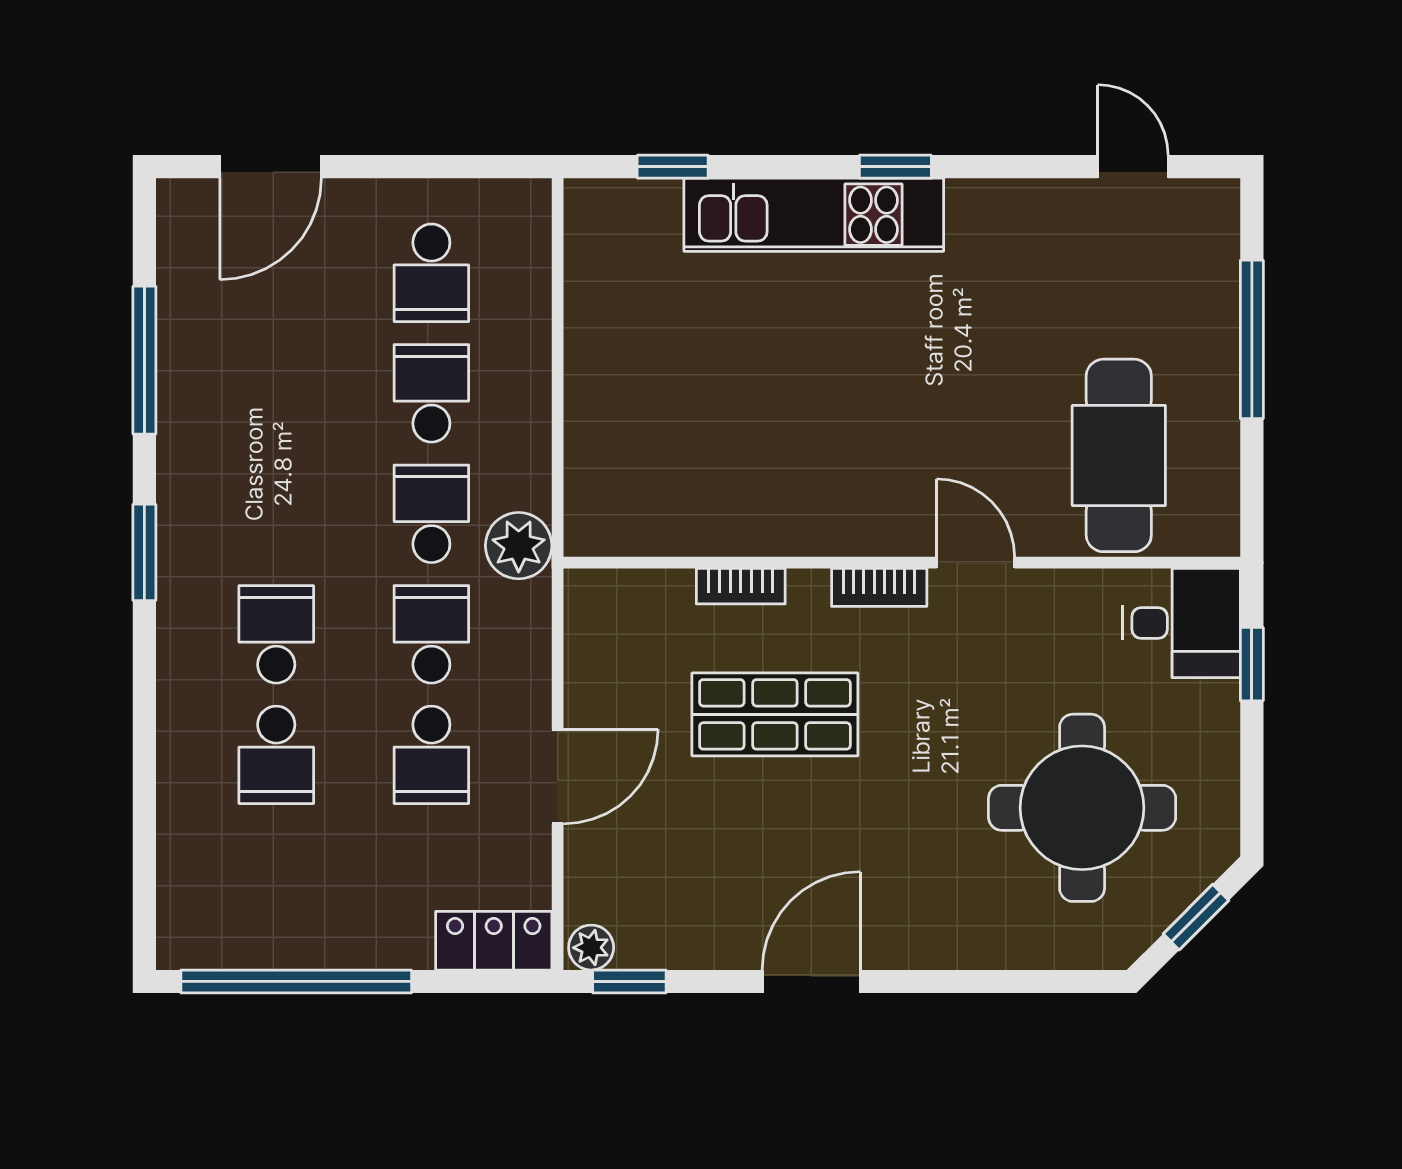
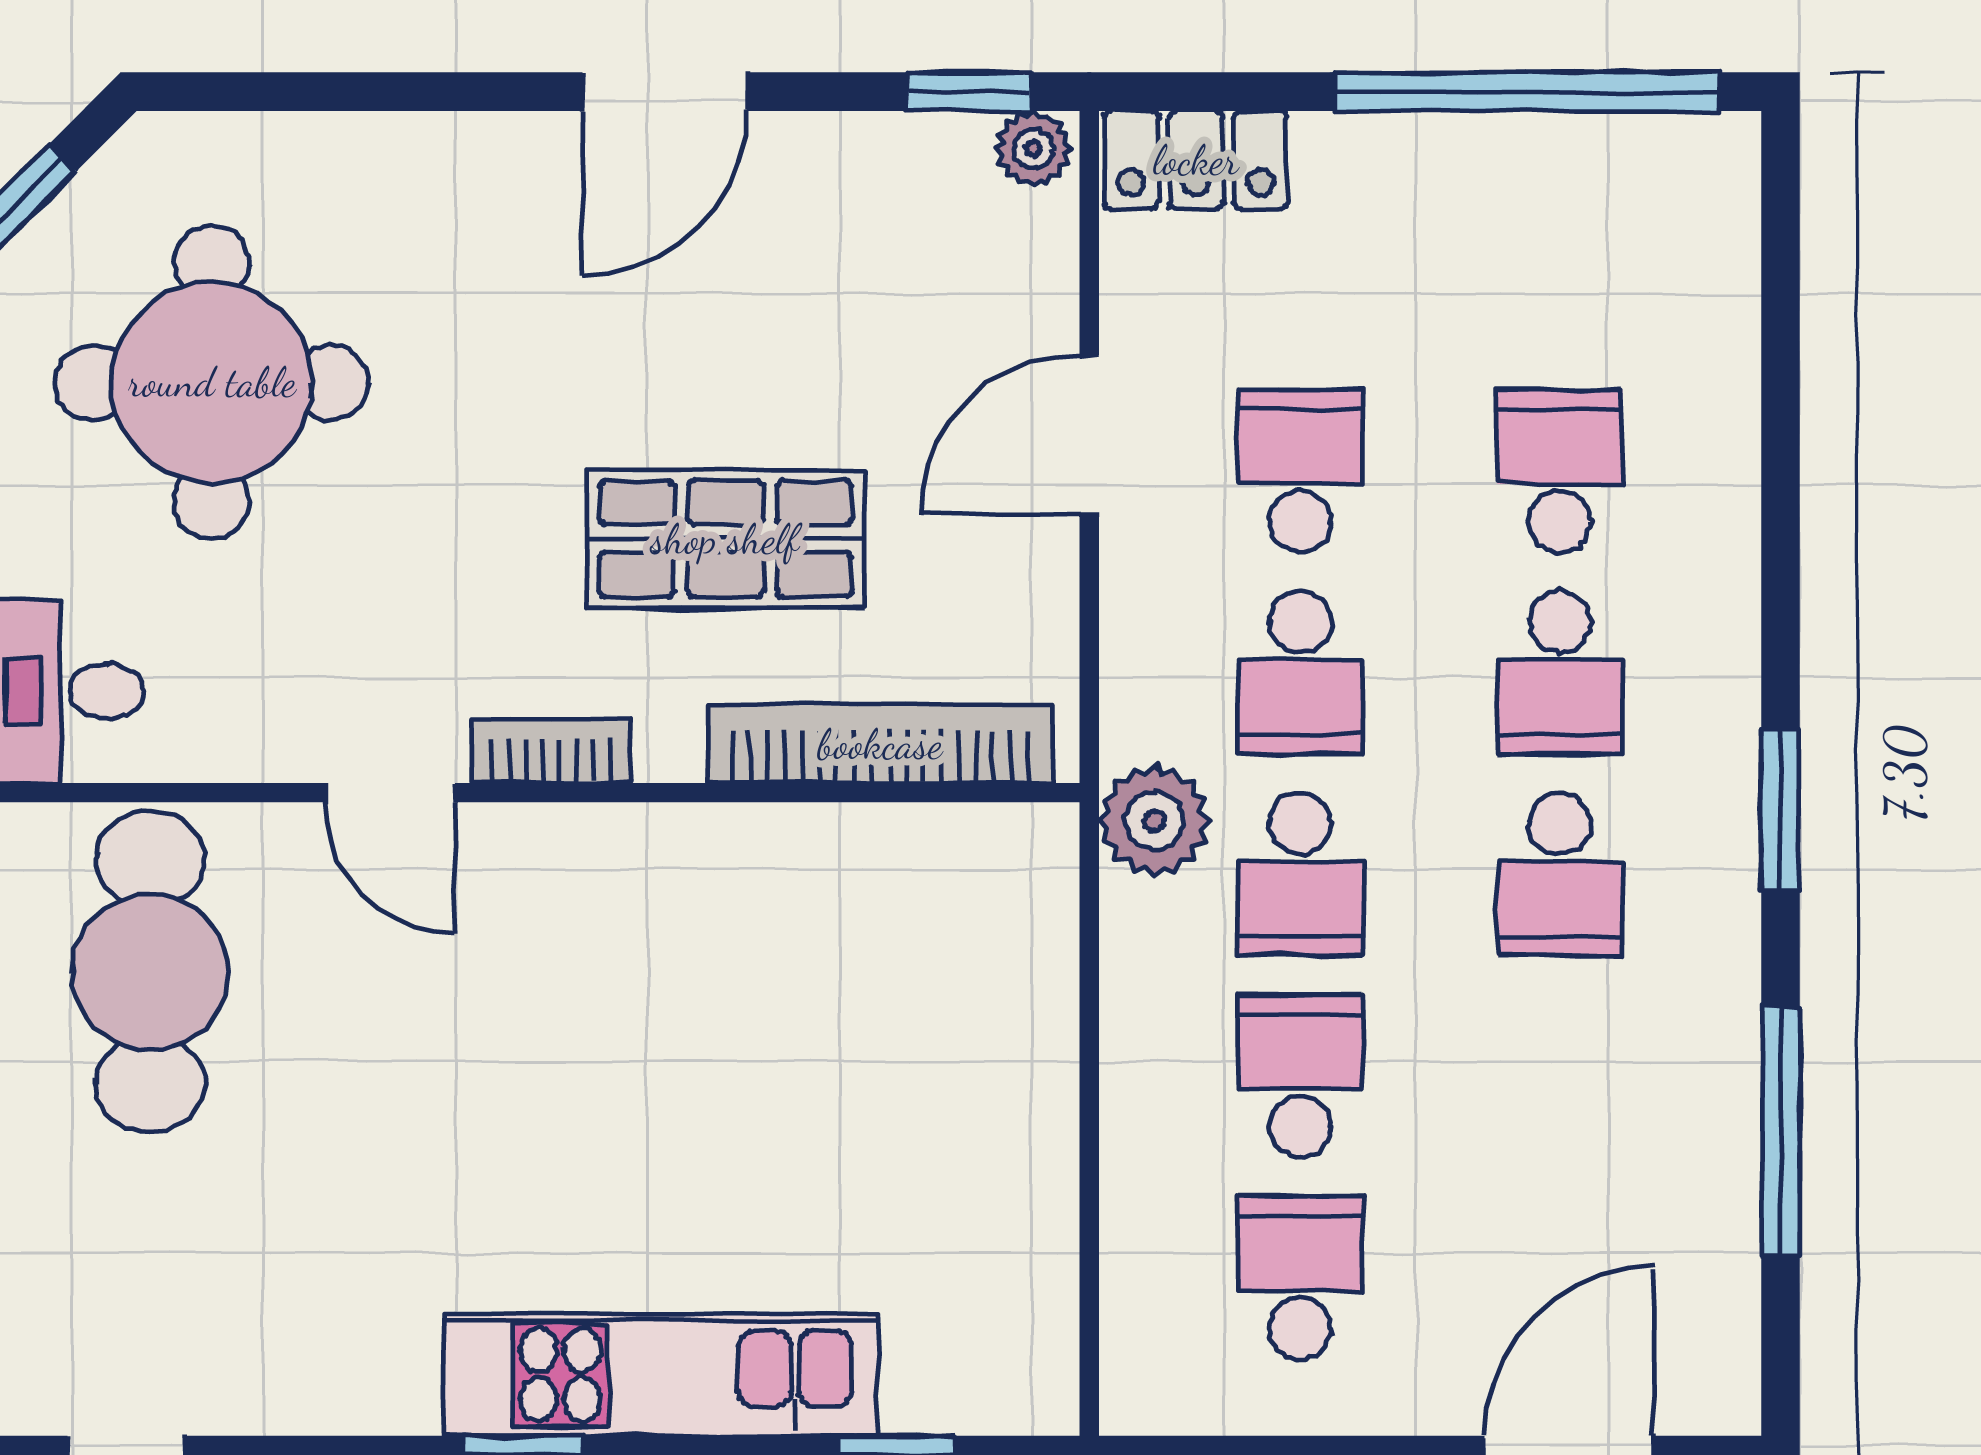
school desk: (431, 393) -> (1300, 1076), turned 180
school desk: (276, 514) -> (1560, 874), added
bookcase: (741, 586) -> (880, 744), width x2.31, depth x1.31

